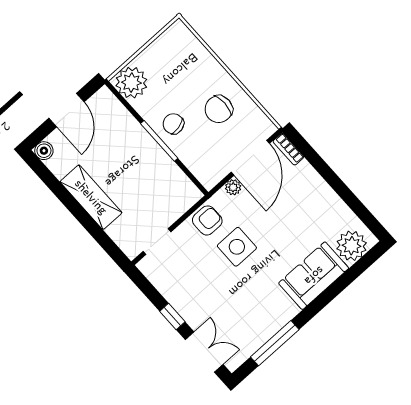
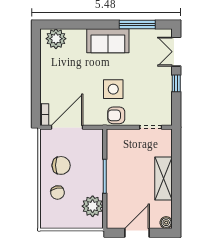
plant: (131, 83) -> (93, 206), moved
chair: (173, 124) -> (57, 193), moved
plant: (233, 187) -> (89, 120), removed
sofa: (314, 276) -> (108, 41), moved

